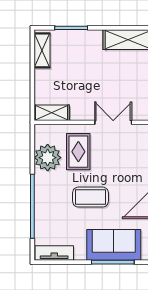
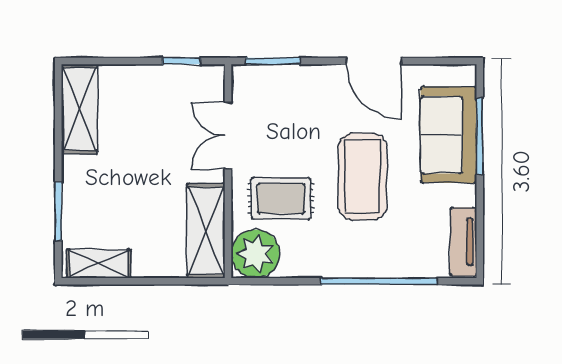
shelving: (52, 113) -> (206, 231), width x1.50, depth x1.33
plant: (48, 158) -> (255, 254), moved
coffee table: (90, 197) -> (363, 177), width x1.36, depth x1.32

